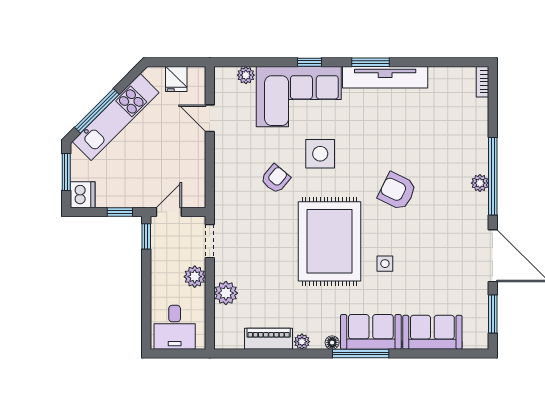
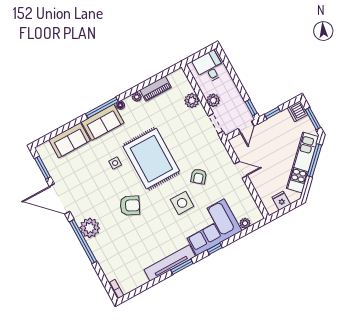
door: (210, 118) -> (241, 170), moved
plant: (480, 183) -> (90, 228), width x1.87, depth x1.87

